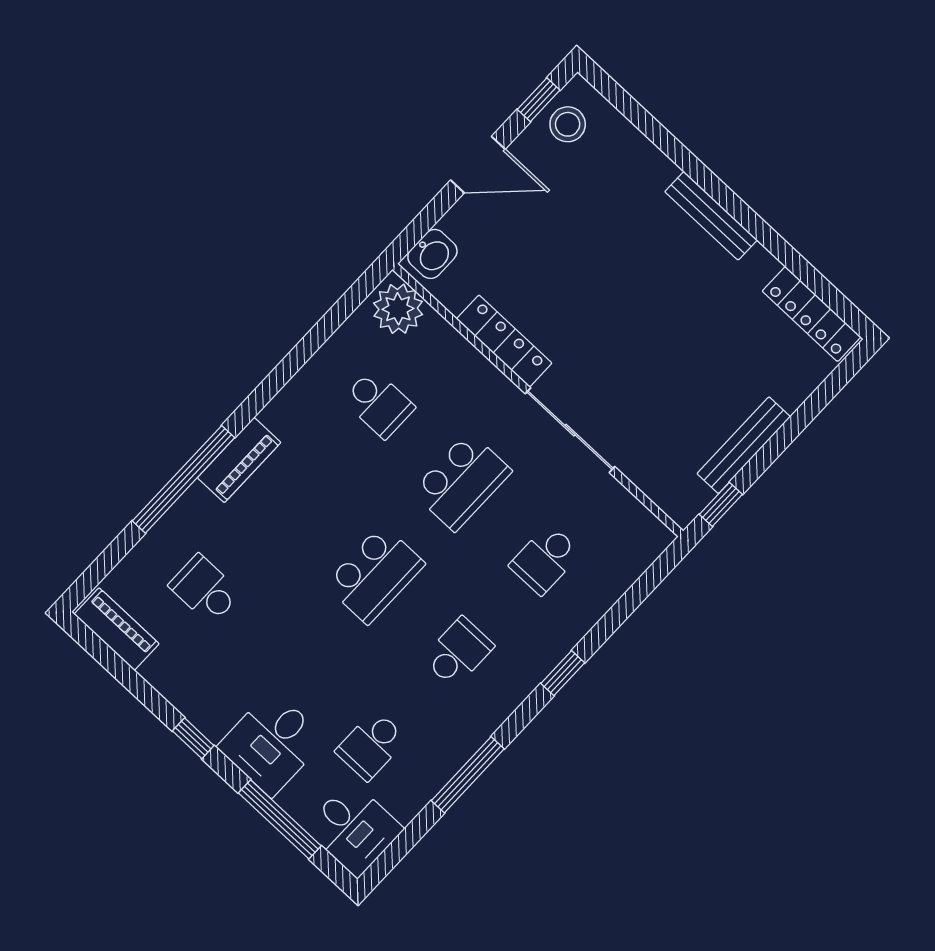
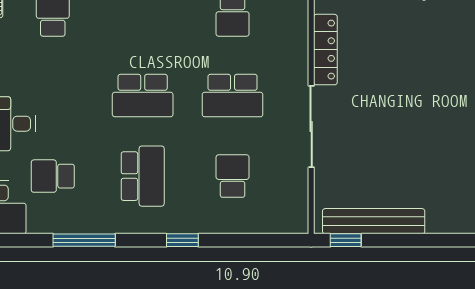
bench: (744, 445) -> (374, 221), width x1.37, depth x1.21
school desk: (545, 559) -> (233, 176), turned 90
school desk: (458, 652) -> (143, 176), width x1.85

